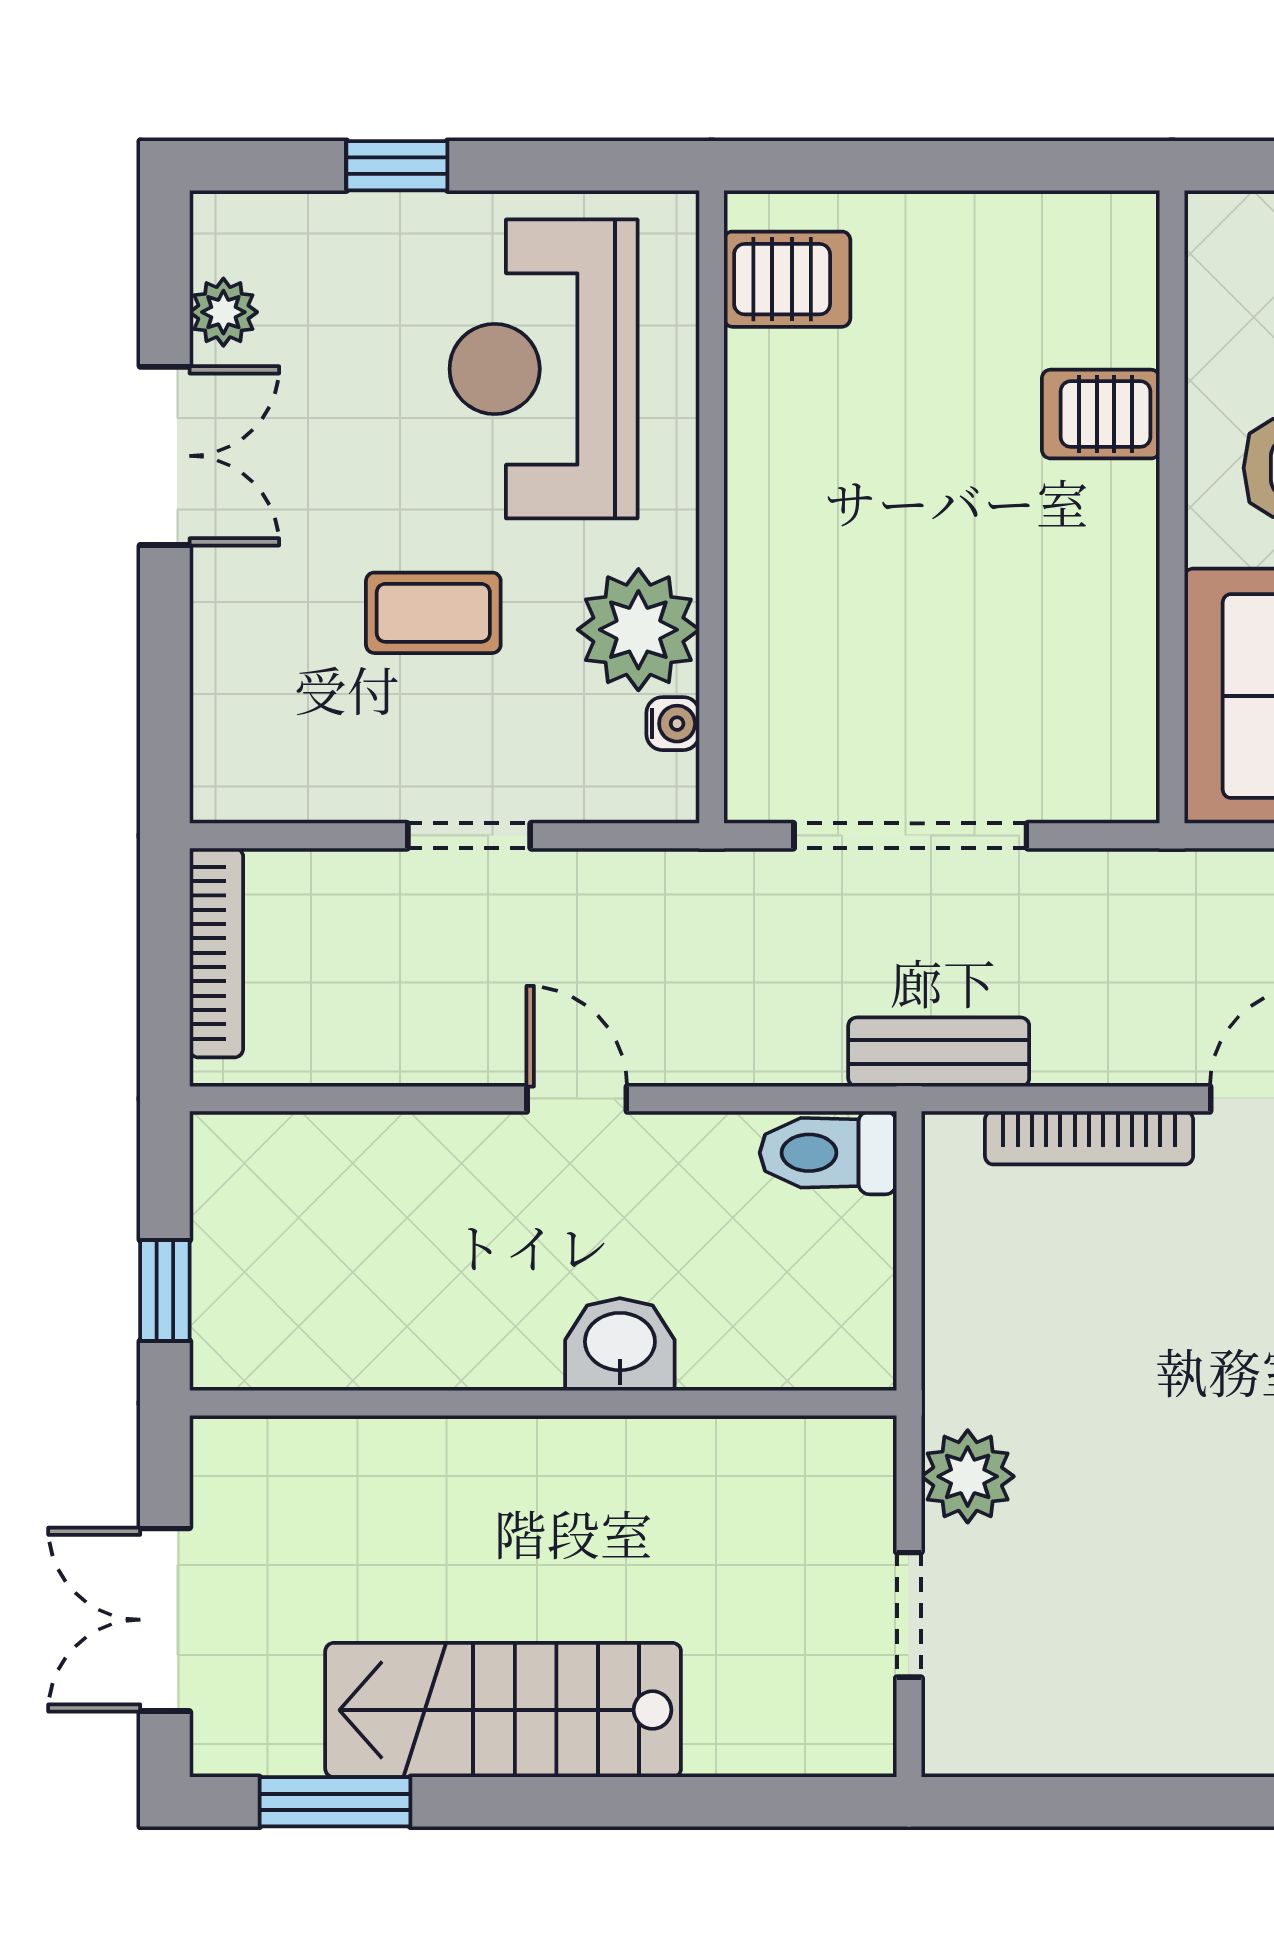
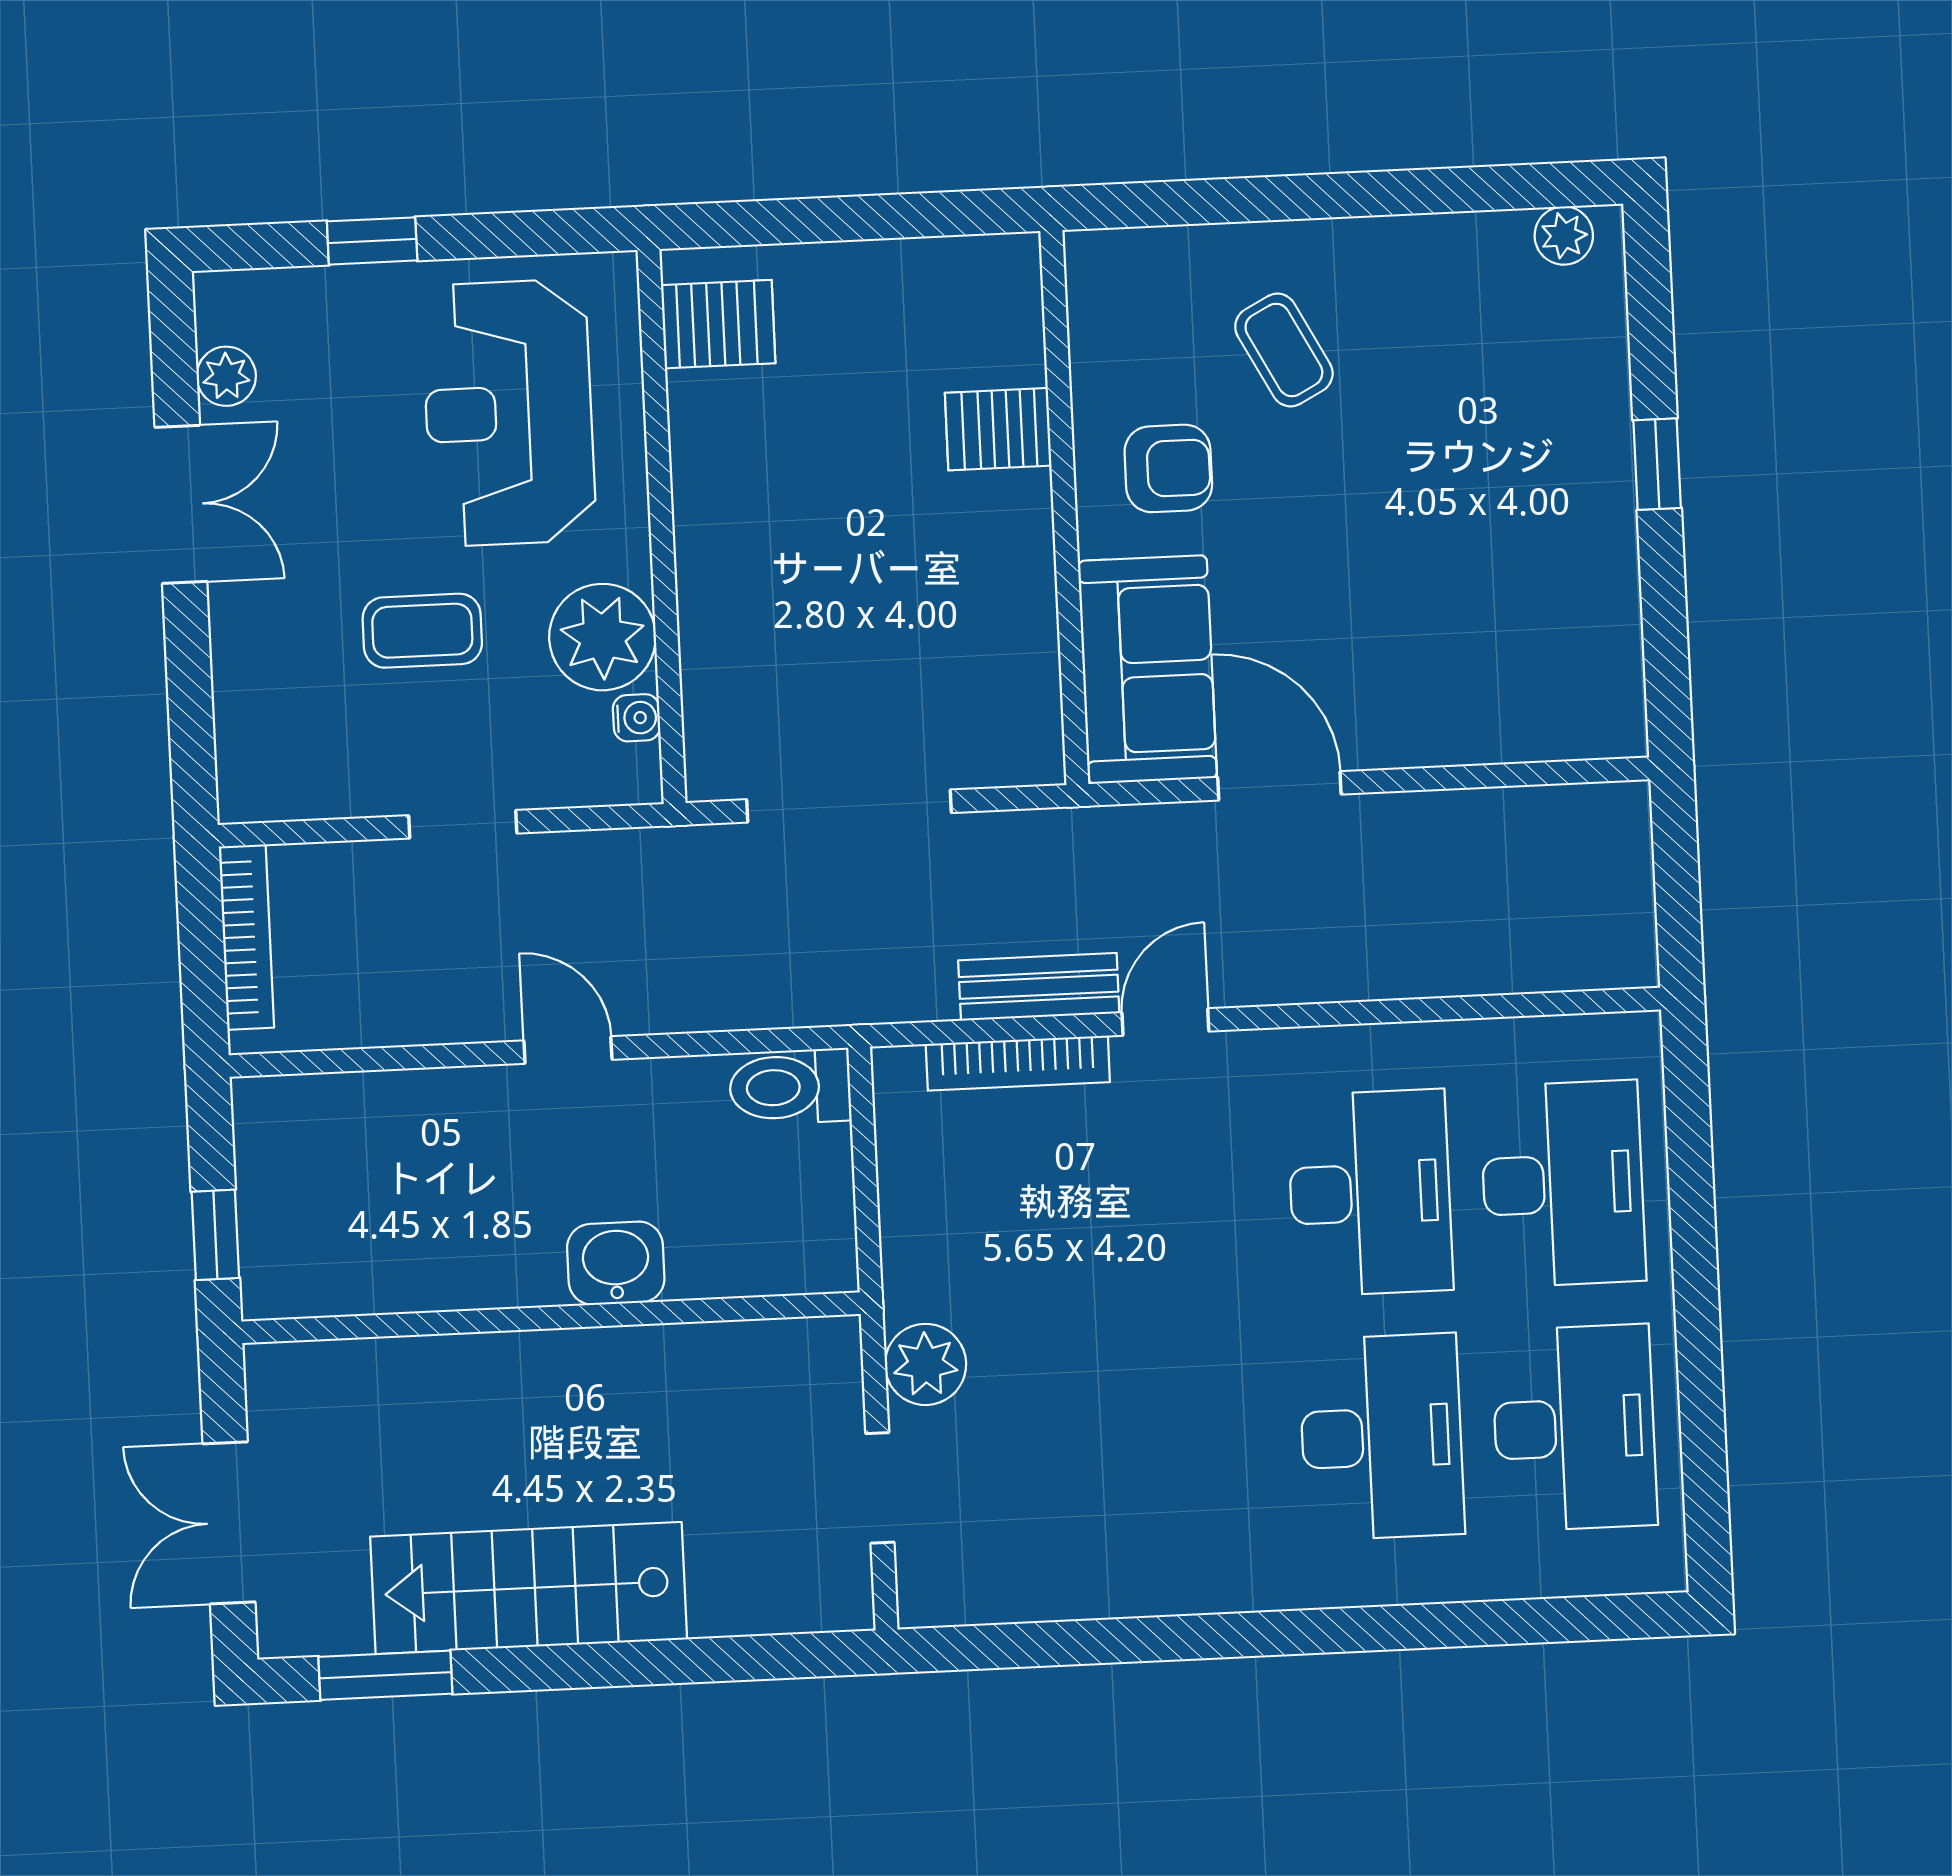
bench: (939, 1052) -> (1039, 987), moved

